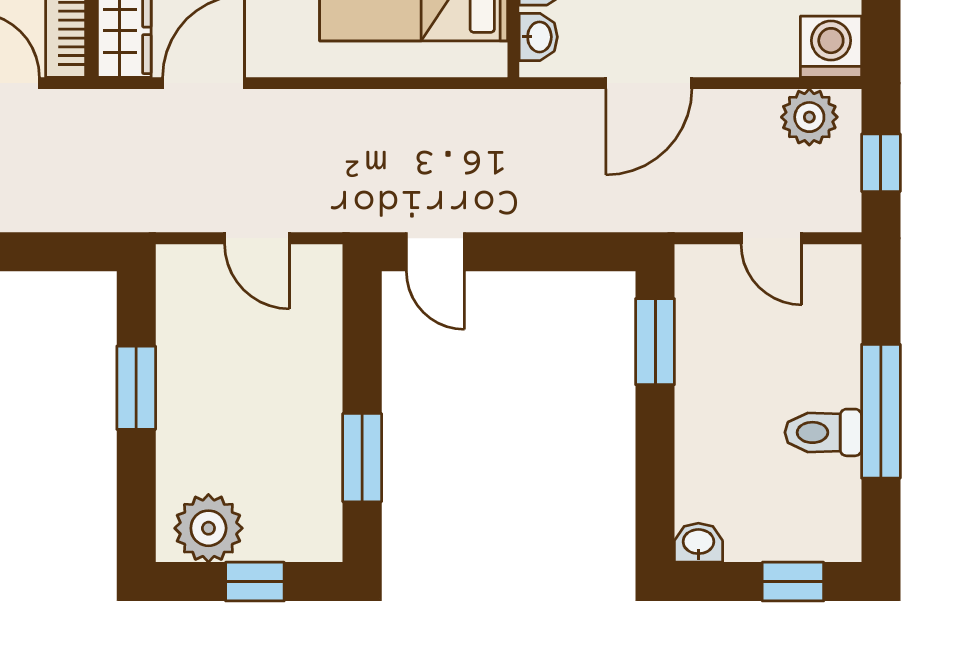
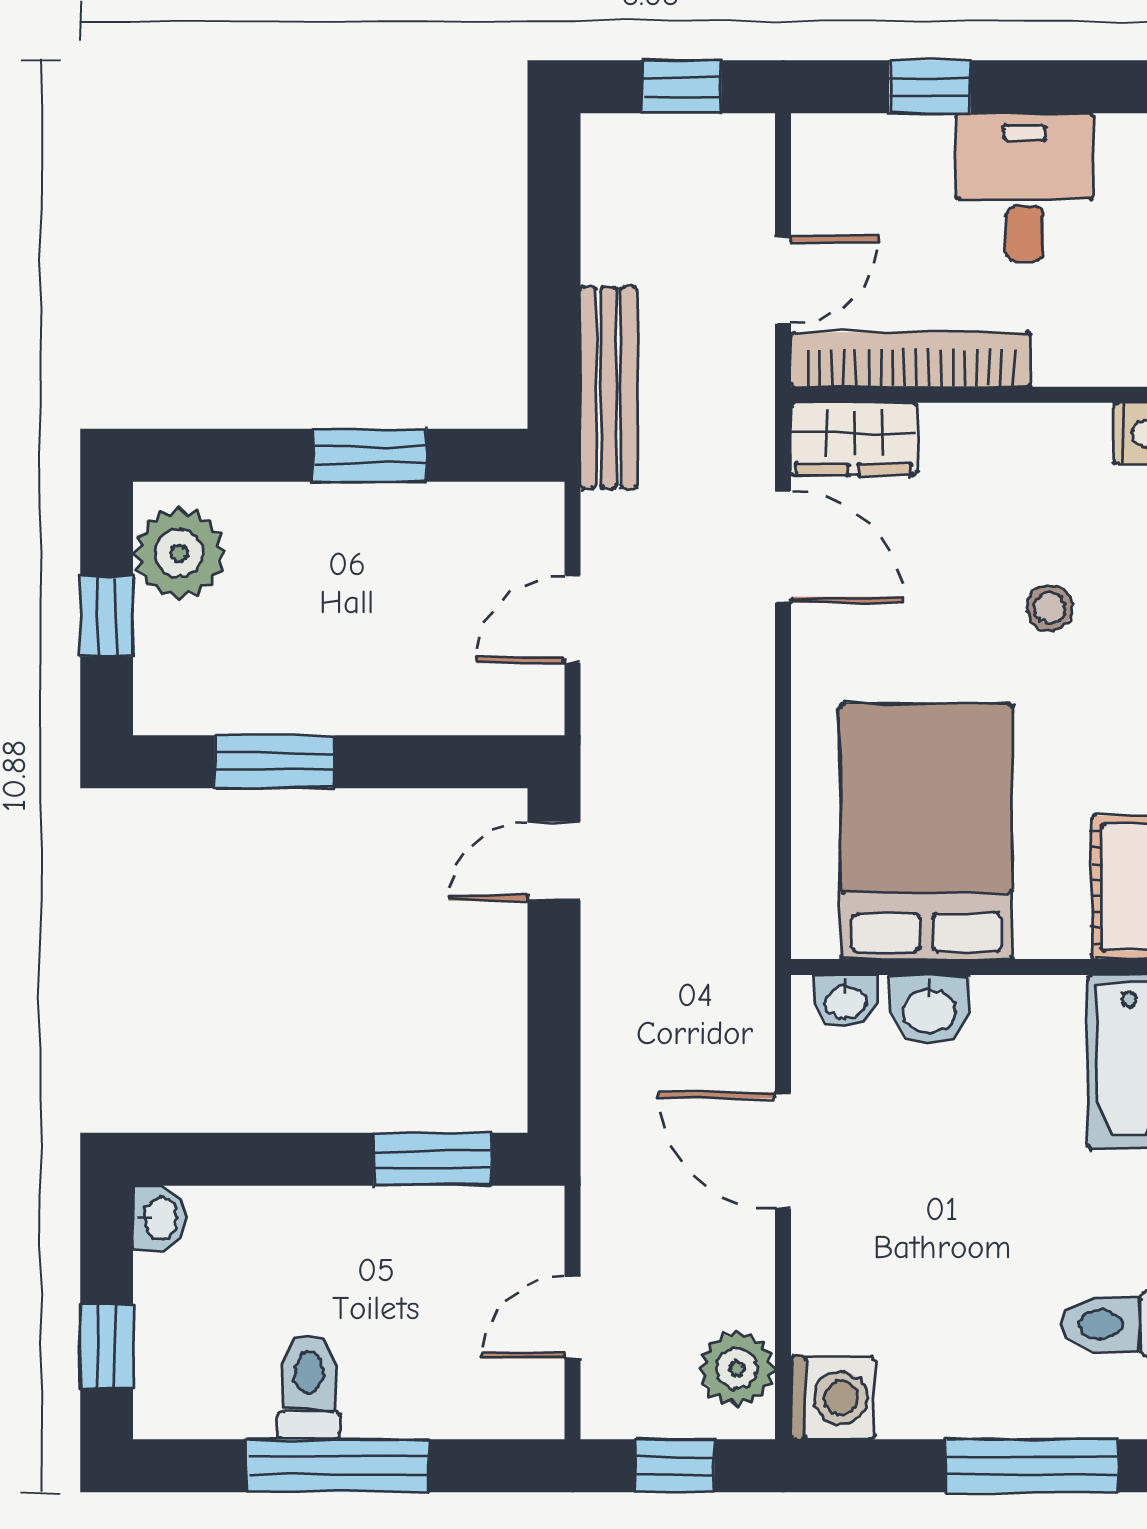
bench: (86, 212) -> (609, 388), added

